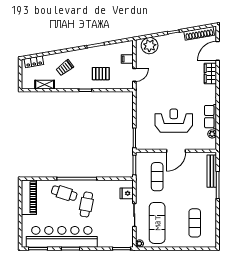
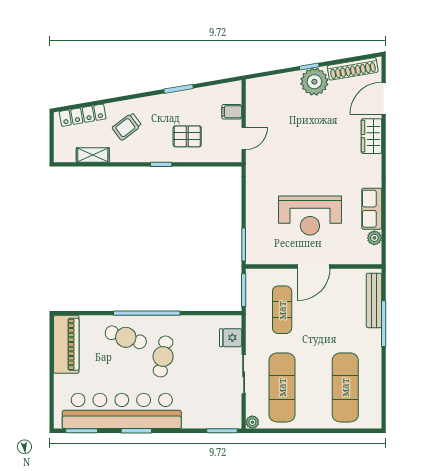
plant: (150, 46) -> (314, 82), moved
locker: (34, 62) -> (83, 115), width x1.53
reception desk: (174, 121) -> (310, 216), turned 180
exercise mat: (195, 223) -> (345, 387), width x1.36, depth x1.45

